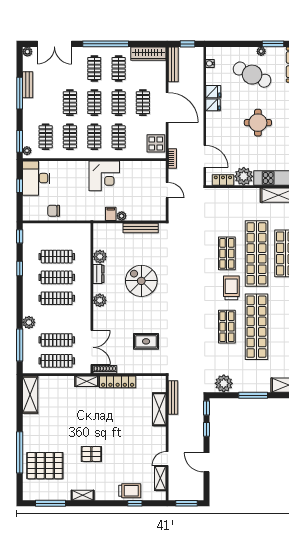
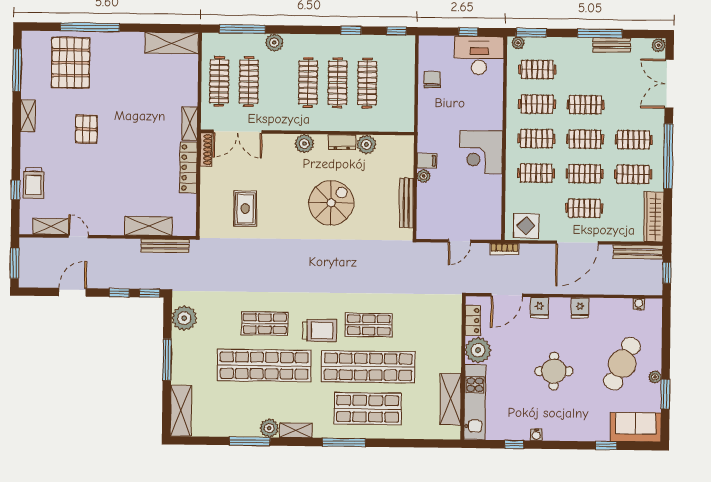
fridge: (213, 92) -> (539, 308), moved

